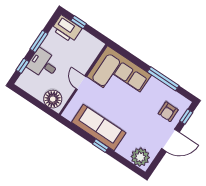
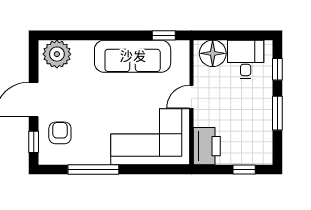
printer: (67, 29) -> (207, 146), moved, turned 90
desk: (43, 64) -> (246, 59), moved, turned -90
door: (81, 83) -> (191, 97), swing flipped
window: (101, 146) -> (164, 35), moved

